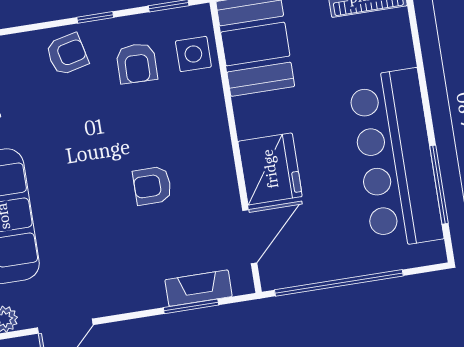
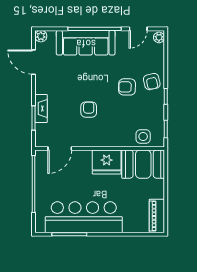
armchair: (137, 63) -> (127, 87), moved
fridge: (270, 169) -> (107, 162), moved
door: (250, 237) -> (60, 148), hinge flipped
fireplace: (199, 288) -> (41, 108), moved

